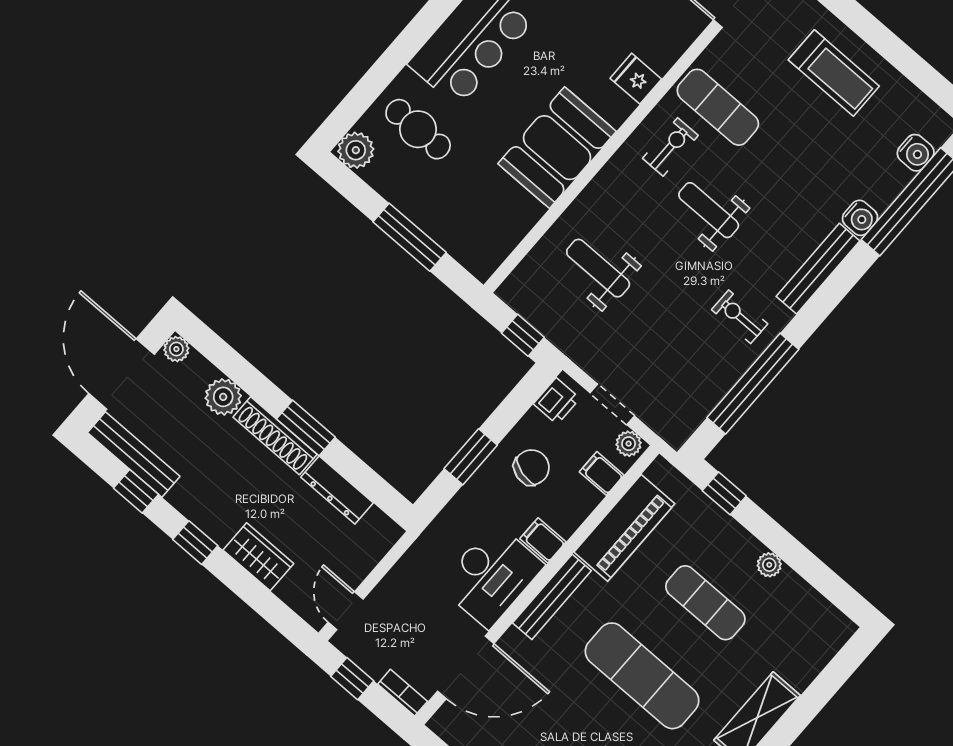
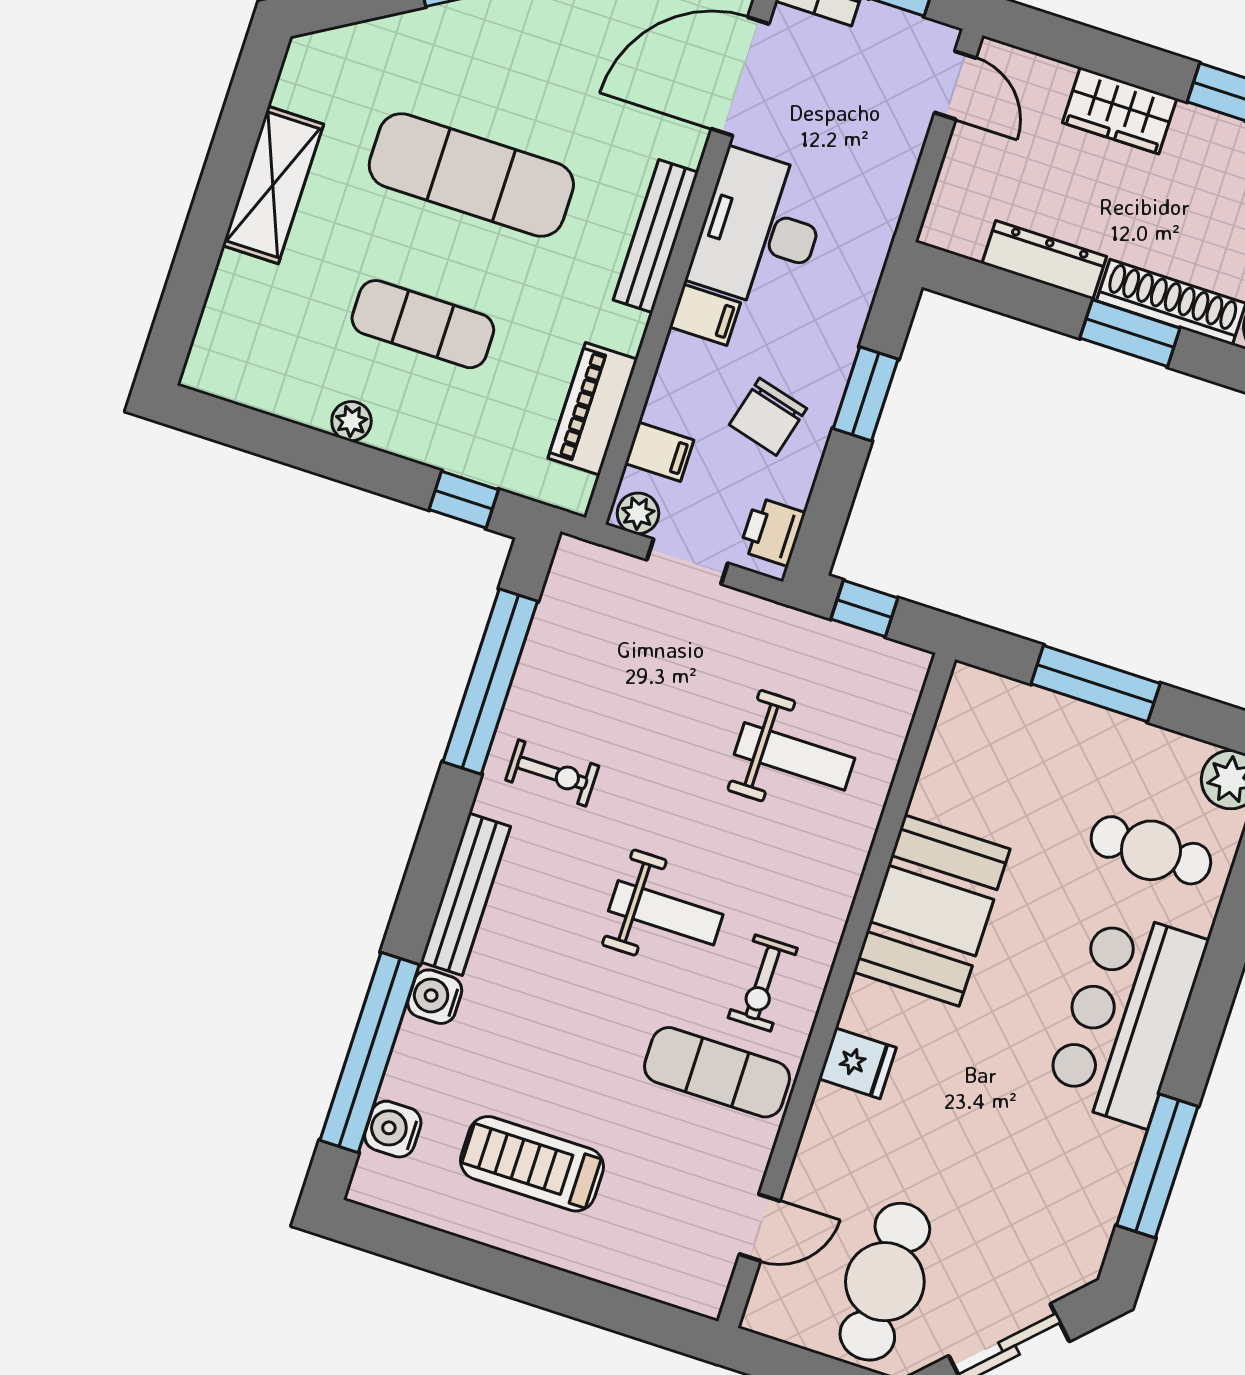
treadmill: (834, 73) -> (532, 1164), moved
piano: (624, 528) -> (593, 409), width x0.73, depth x0.75

